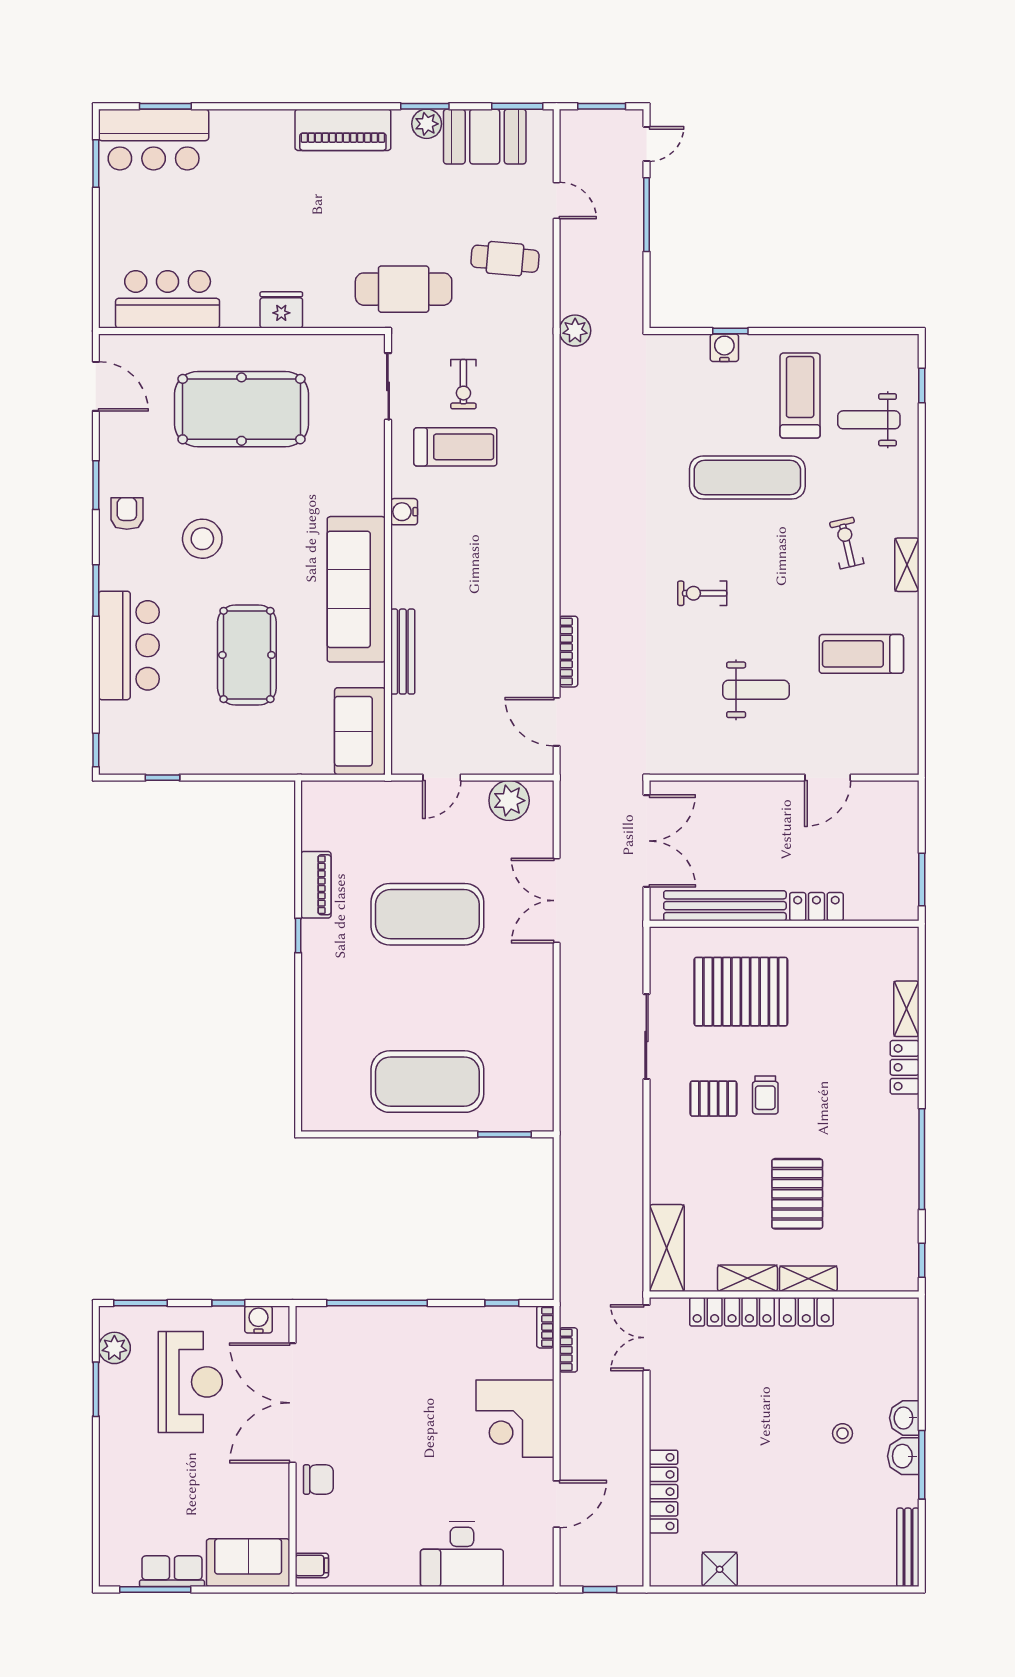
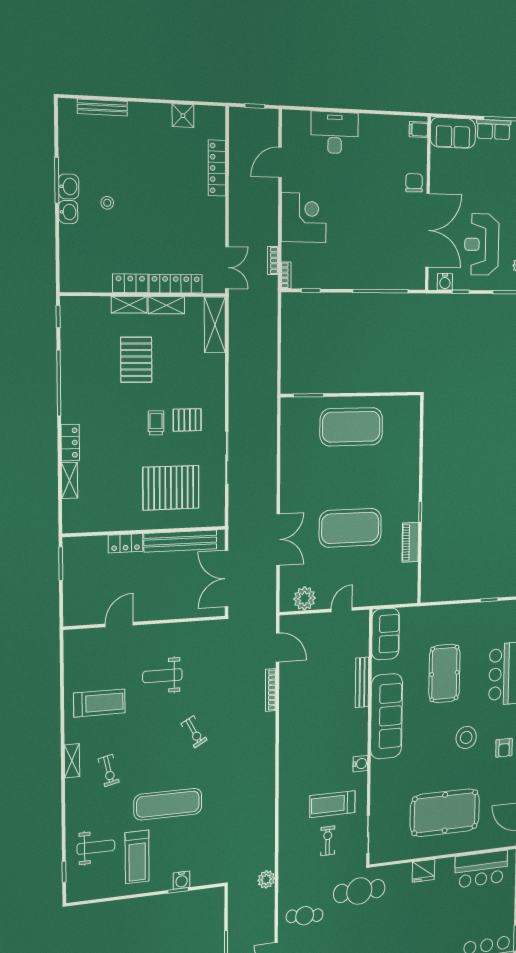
exercise bike: (702, 593) -> (194, 732), turned 61
chair: (318, 1479) -> (414, 183), turned 90
bench: (908, 1547) -> (102, 107), moved, turned 90

